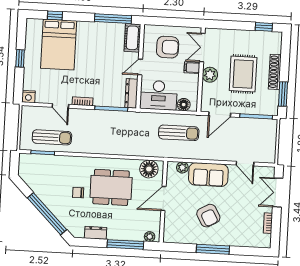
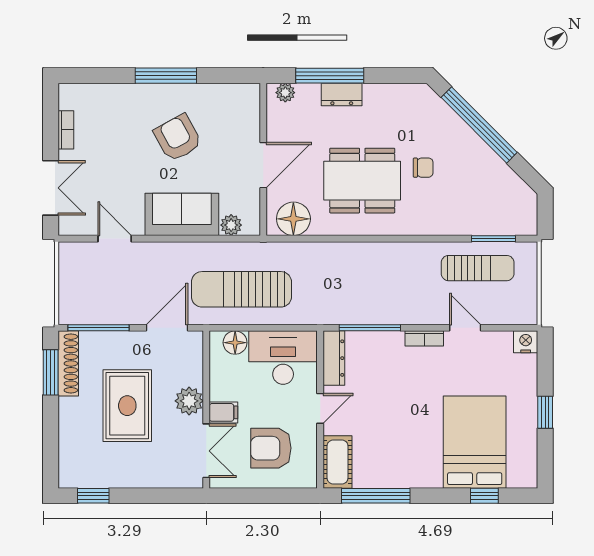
shoe rack: (275, 72) -> (68, 363), moved
sun lounger: (179, 133) -> (241, 289), width x1.36, depth x1.34
sun lounger: (52, 137) -> (478, 268), turned 180
dresser: (96, 233) -> (342, 94), moved

